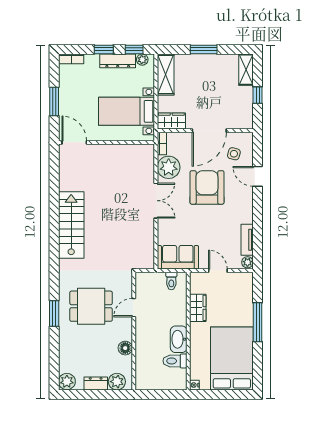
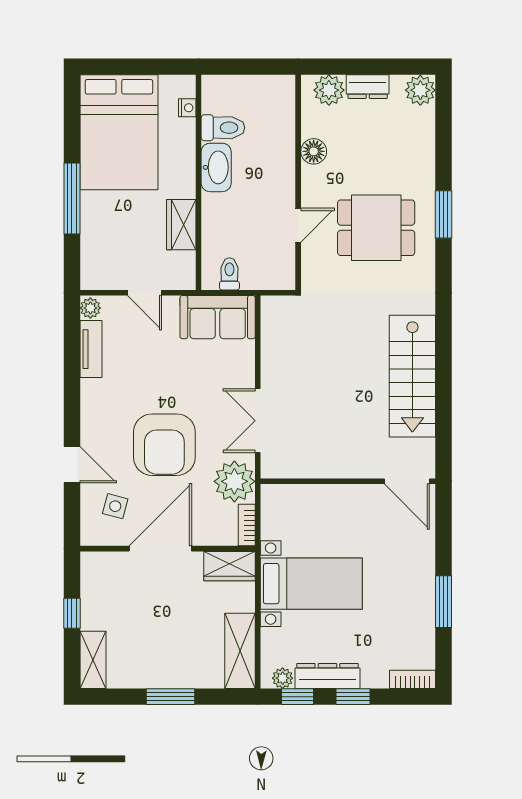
door: (74, 142) -> (407, 481), moved
wall: (106, 142) -> (348, 481), moved
nightstand: (194, 385) -> (187, 108), moved

